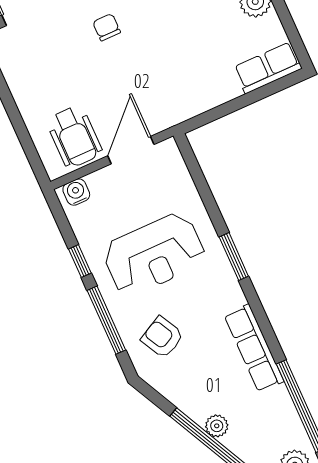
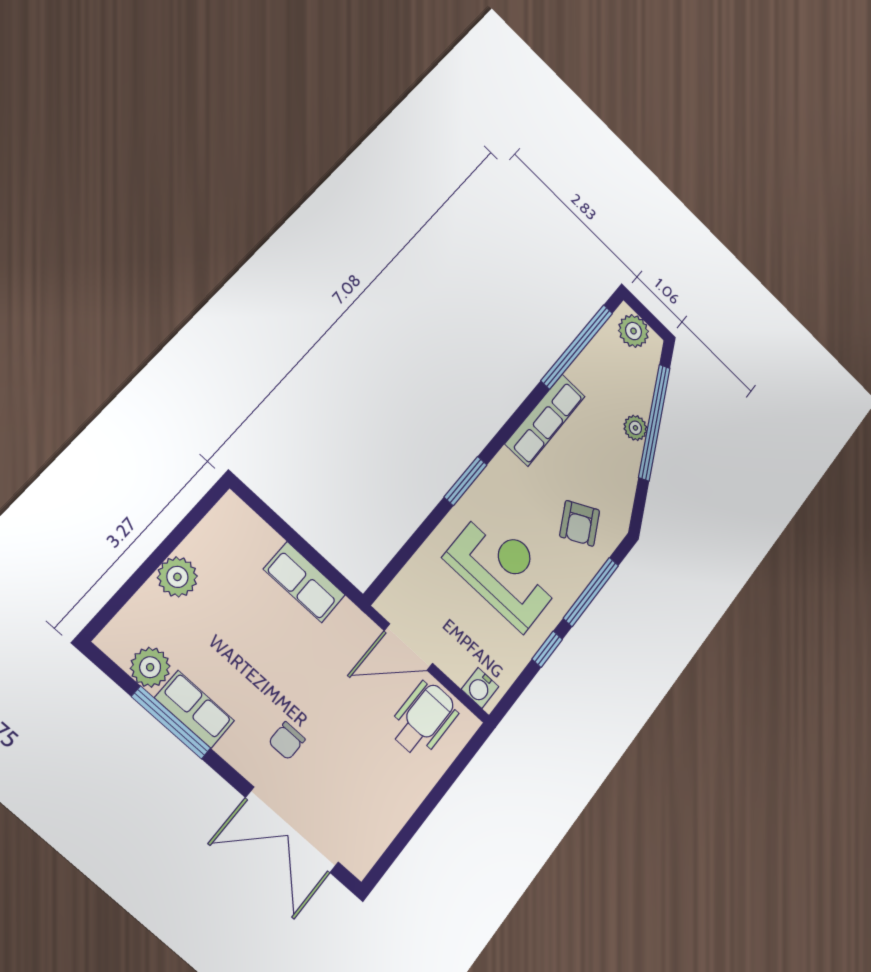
row of seats: (268, 68) -> (304, 582), moved

